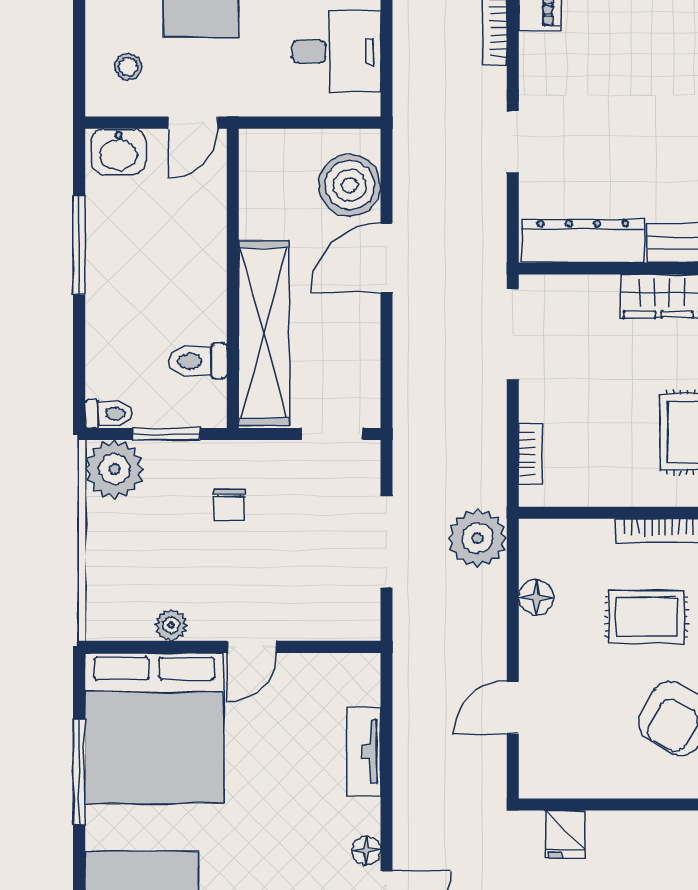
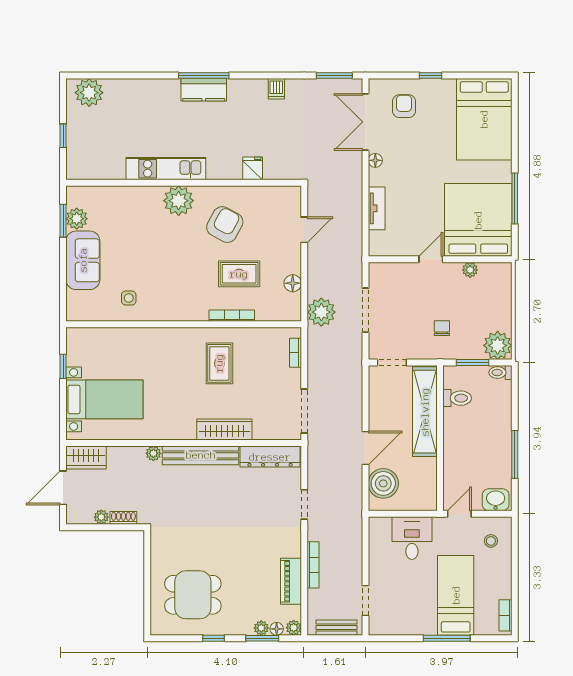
desk: (336, 51) -> (412, 538), moved, turned 90
fridge: (565, 834) -> (253, 168), moved

